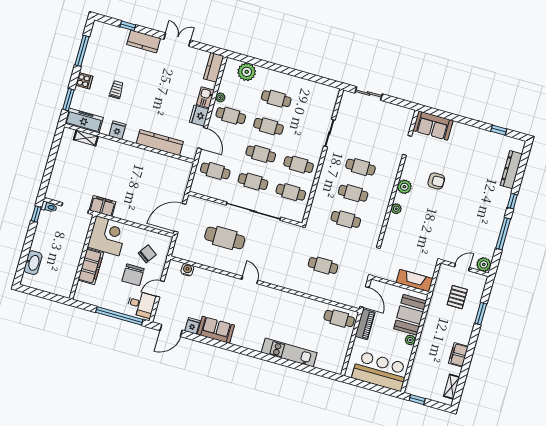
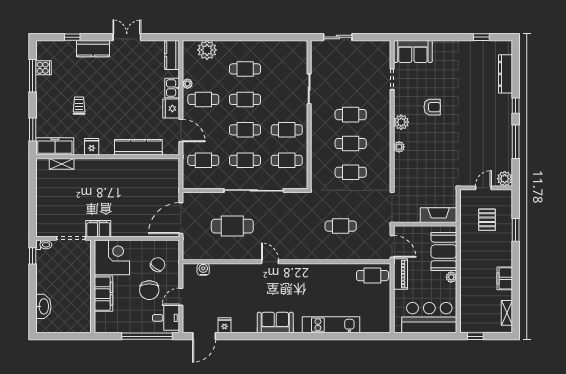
cooker: (84, 81) -> (44, 68), moved
sofa: (216, 330) -> (275, 323), moved

